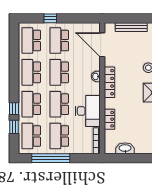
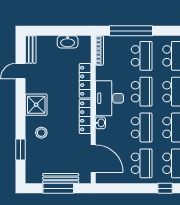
window: (50, 18) -> (165, 188), moved
window: (133, 18) -> (58, 188), added
desk: (88, 111) -> (110, 98), moved
locker: (110, 119) -> (85, 81), width x1.53
window: (51, 158) -> (131, 31), moved

